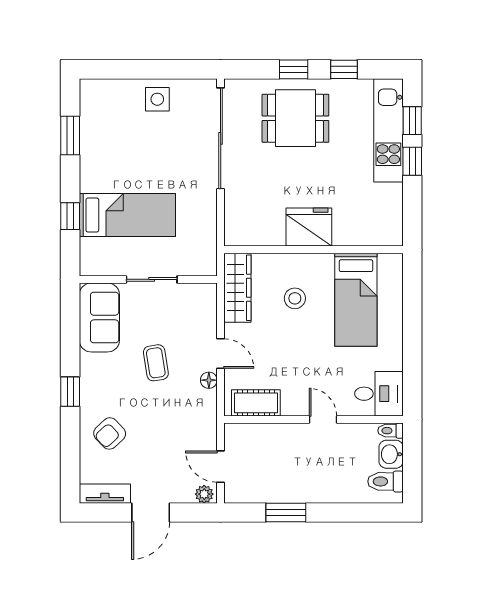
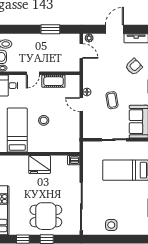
dishwasher: (237, 236) -> (74, 160), added
wardrobe: (237, 288) -> (73, 136), removed
stool: (295, 298) -> (44, 120), moved
cot: (256, 403) -> (53, 81), moved
door: (323, 419) -> (33, 73), hinge flipped

